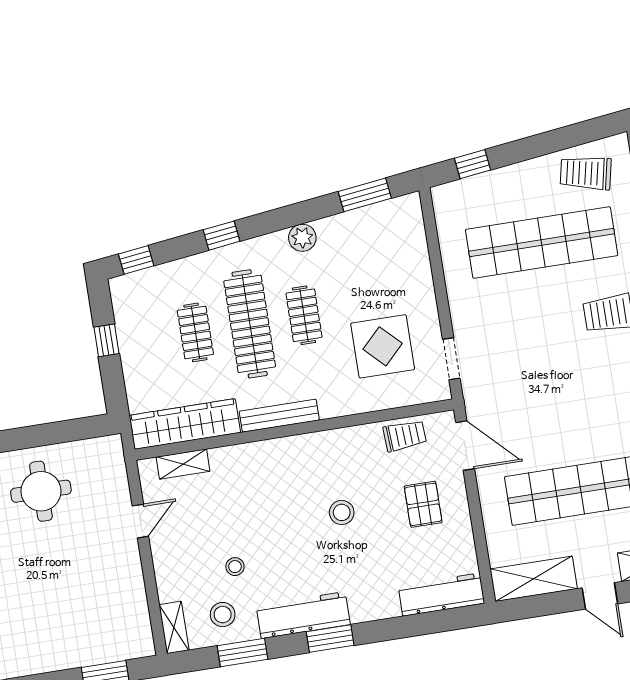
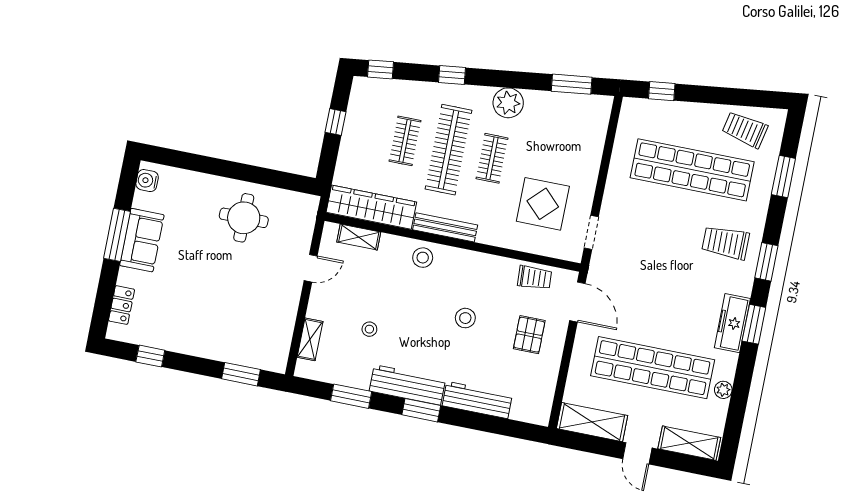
plant: (302, 238) -> (508, 103), width x1.36, depth x1.36
workbench: (441, 595) -> (477, 400), moved
stool: (223, 615) -> (423, 258), moved
shelving: (174, 627) -> (310, 339), moved

